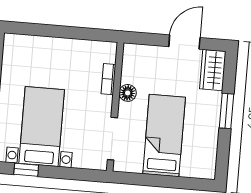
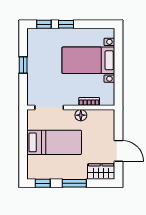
bed with nightstands: (42, 127) -> (88, 60), moved, turned 180
window: (223, 157) -> (43, 183), added
window: (26, 170) -> (23, 65), moved

